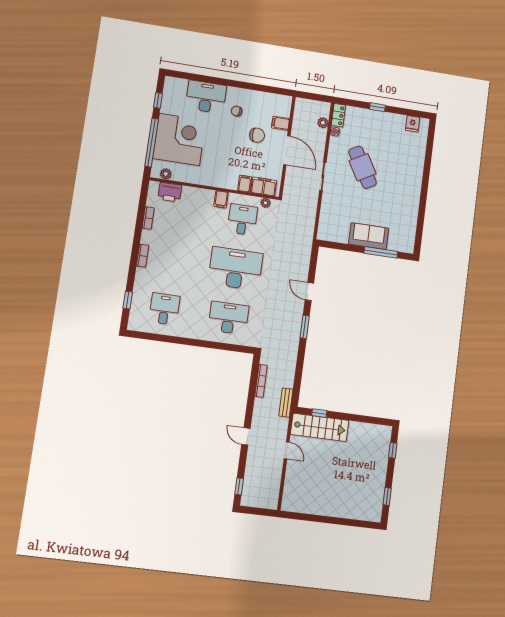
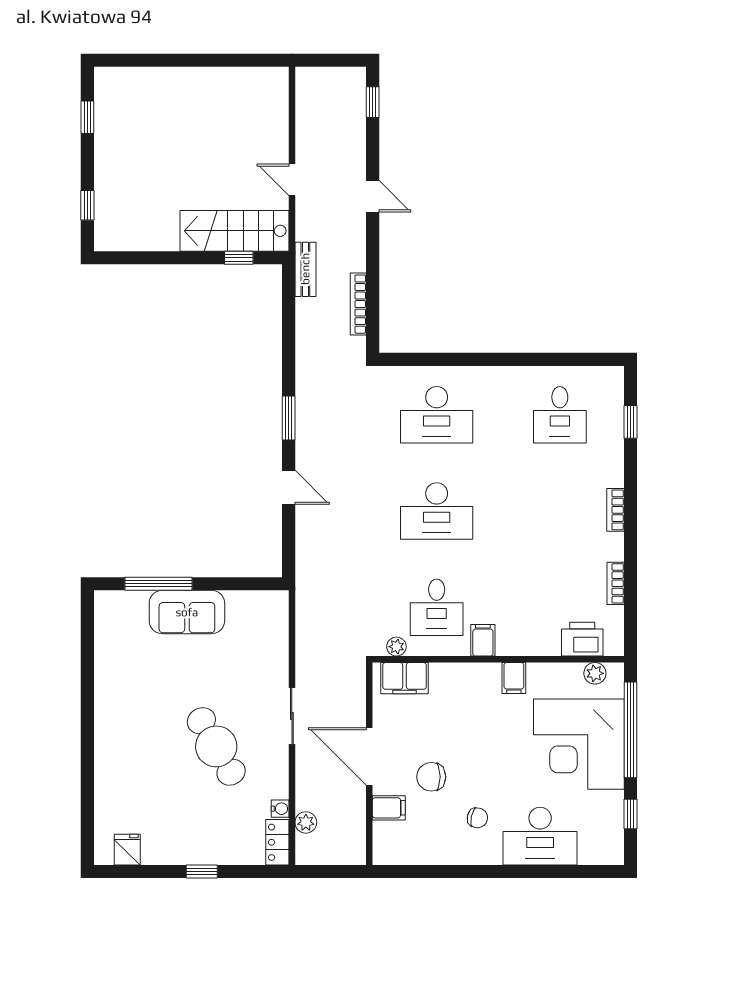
filing cabinet: (245, 184) -> (514, 678), moved
desk: (235, 268) -> (437, 511), width x0.73, depth x0.77

